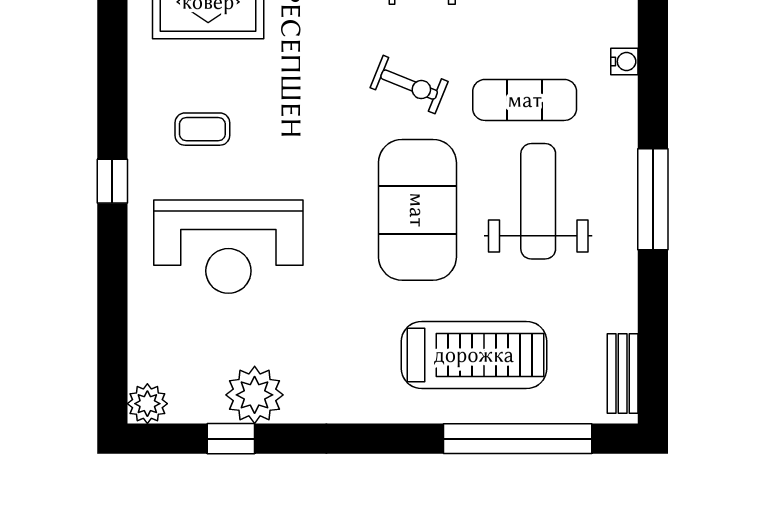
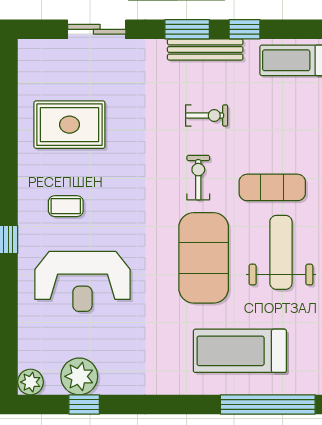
exercise bike: (409, 85) -> (198, 178), turned -112
treadmill: (474, 355) -> (240, 351), turned 180
plant: (255, 395) -> (79, 376), moved

